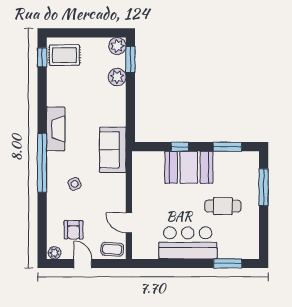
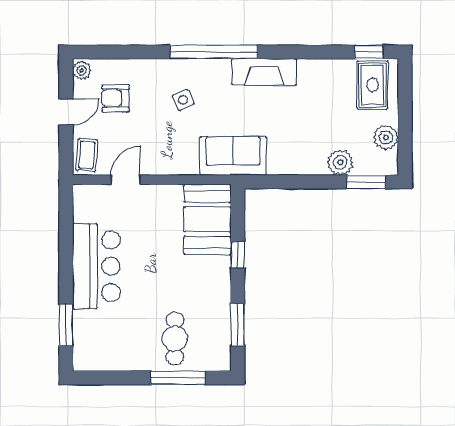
plant: (117, 46) -> (386, 137), moved
booth: (189, 167) -> (207, 219), moved
cafe table: (223, 206) -> (175, 338), moved

